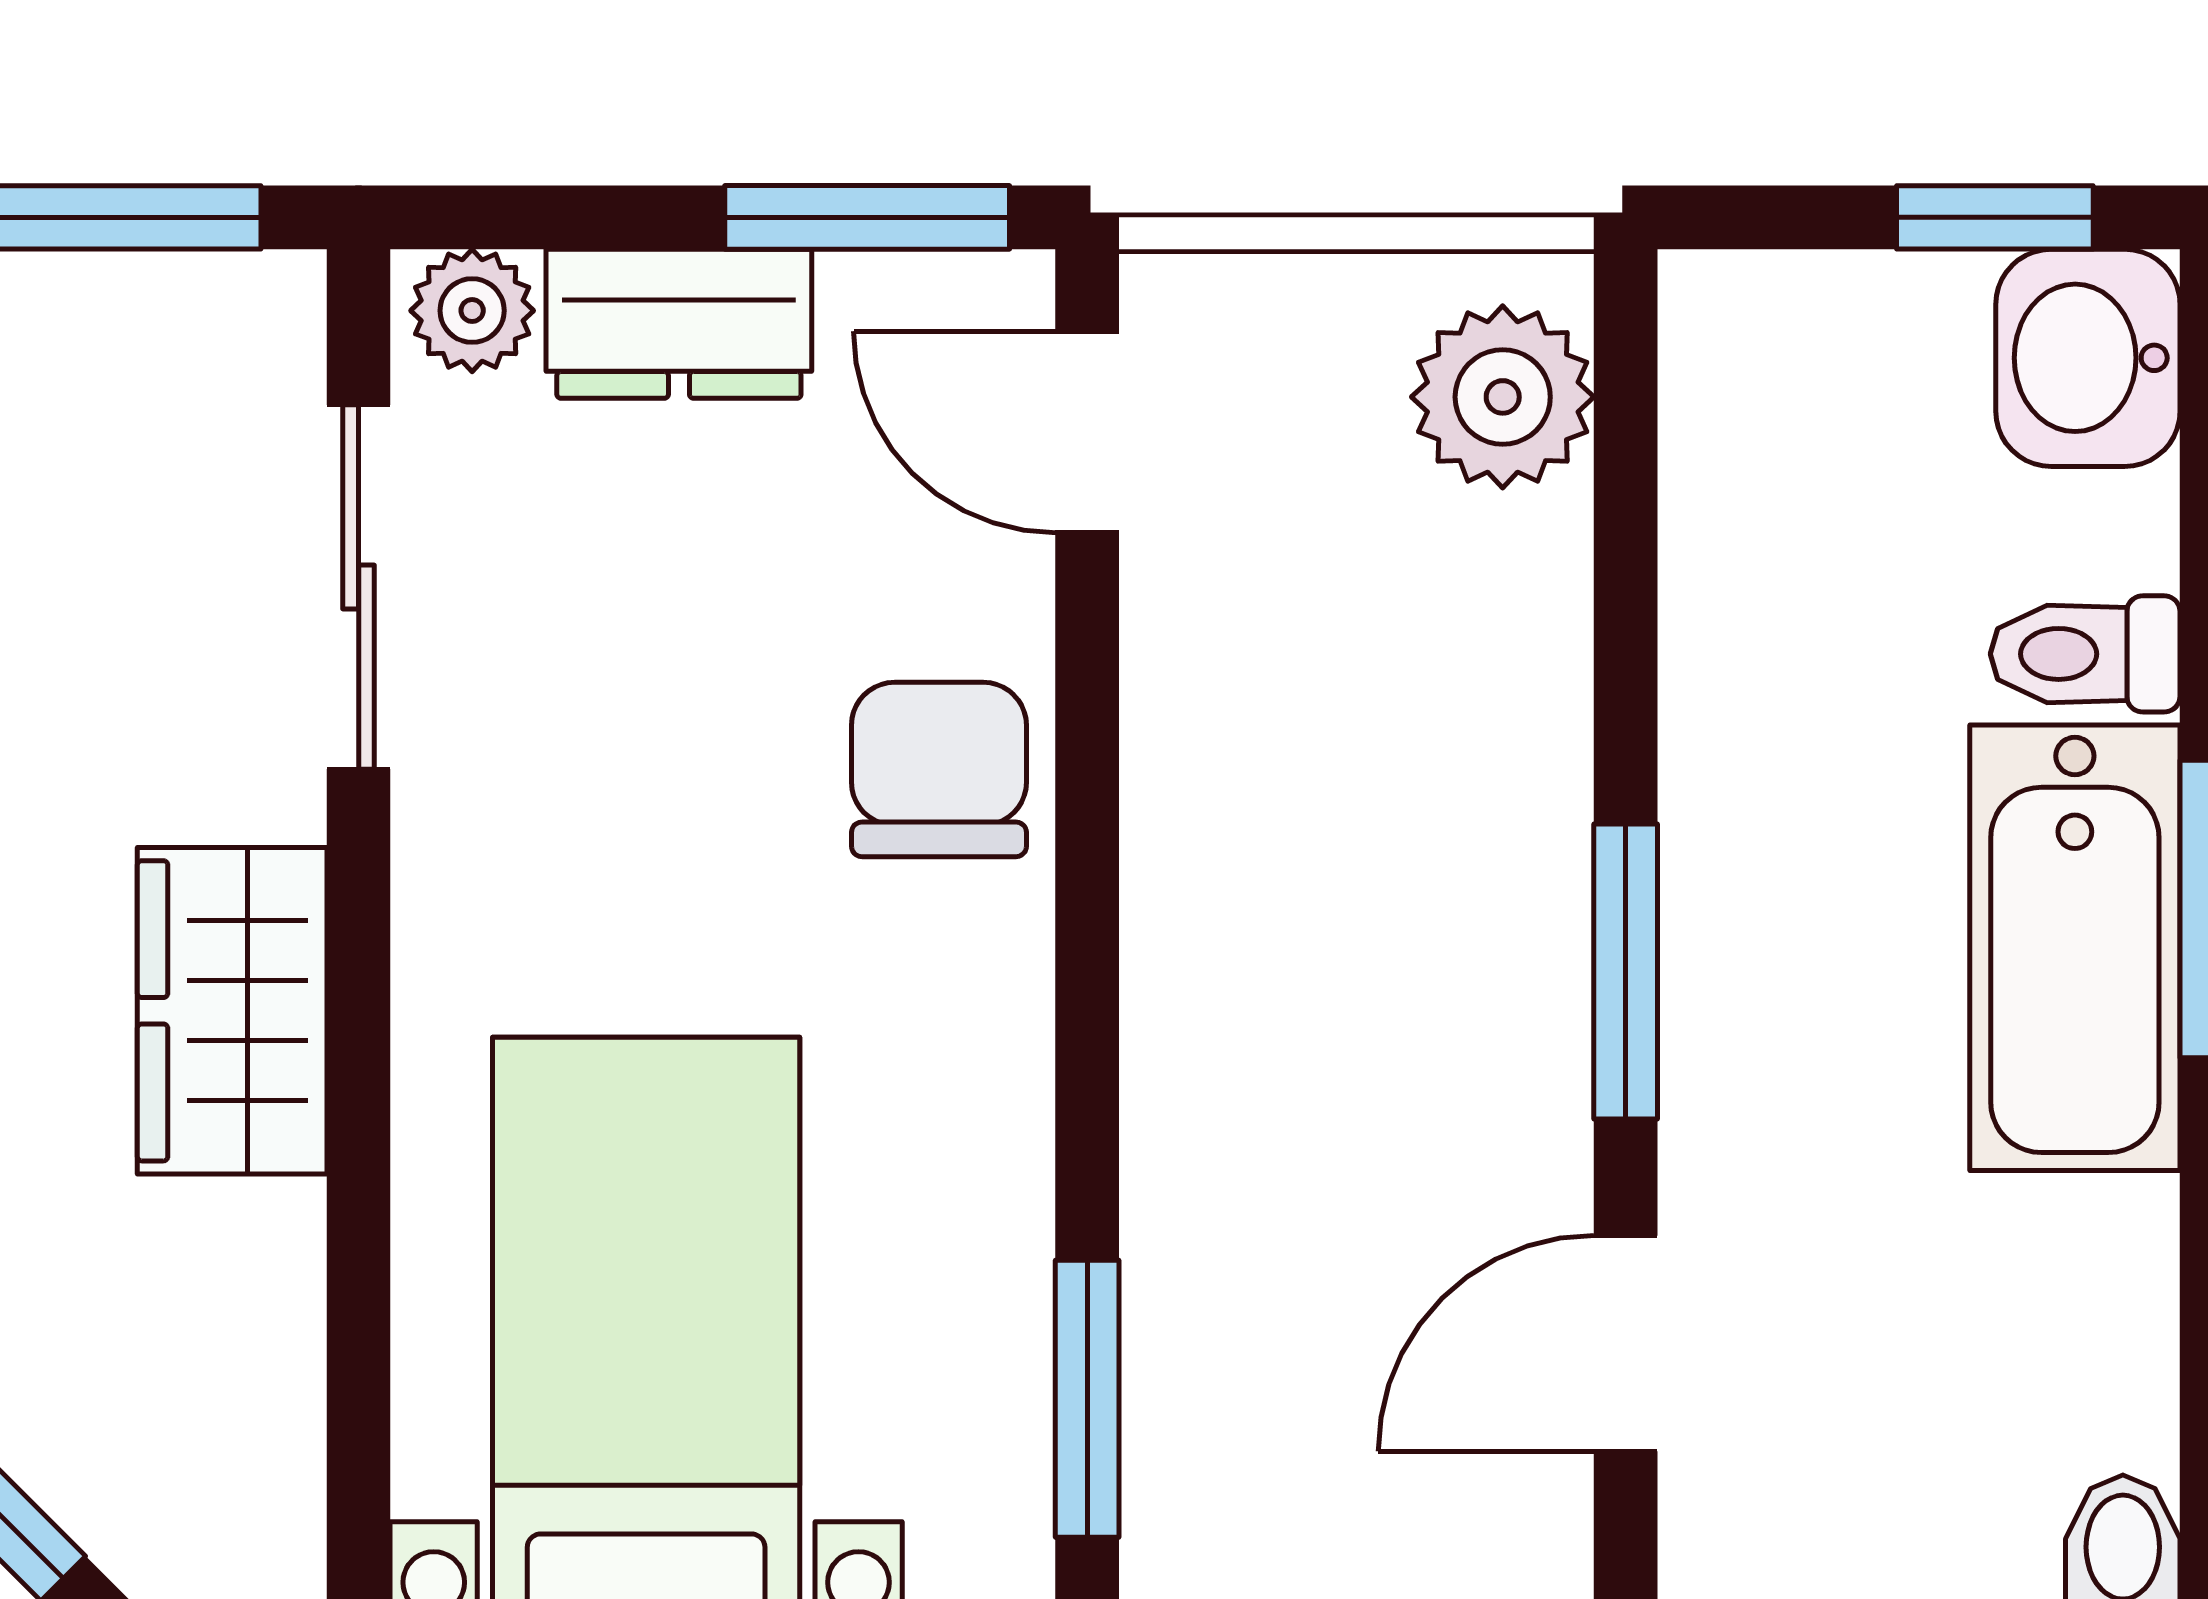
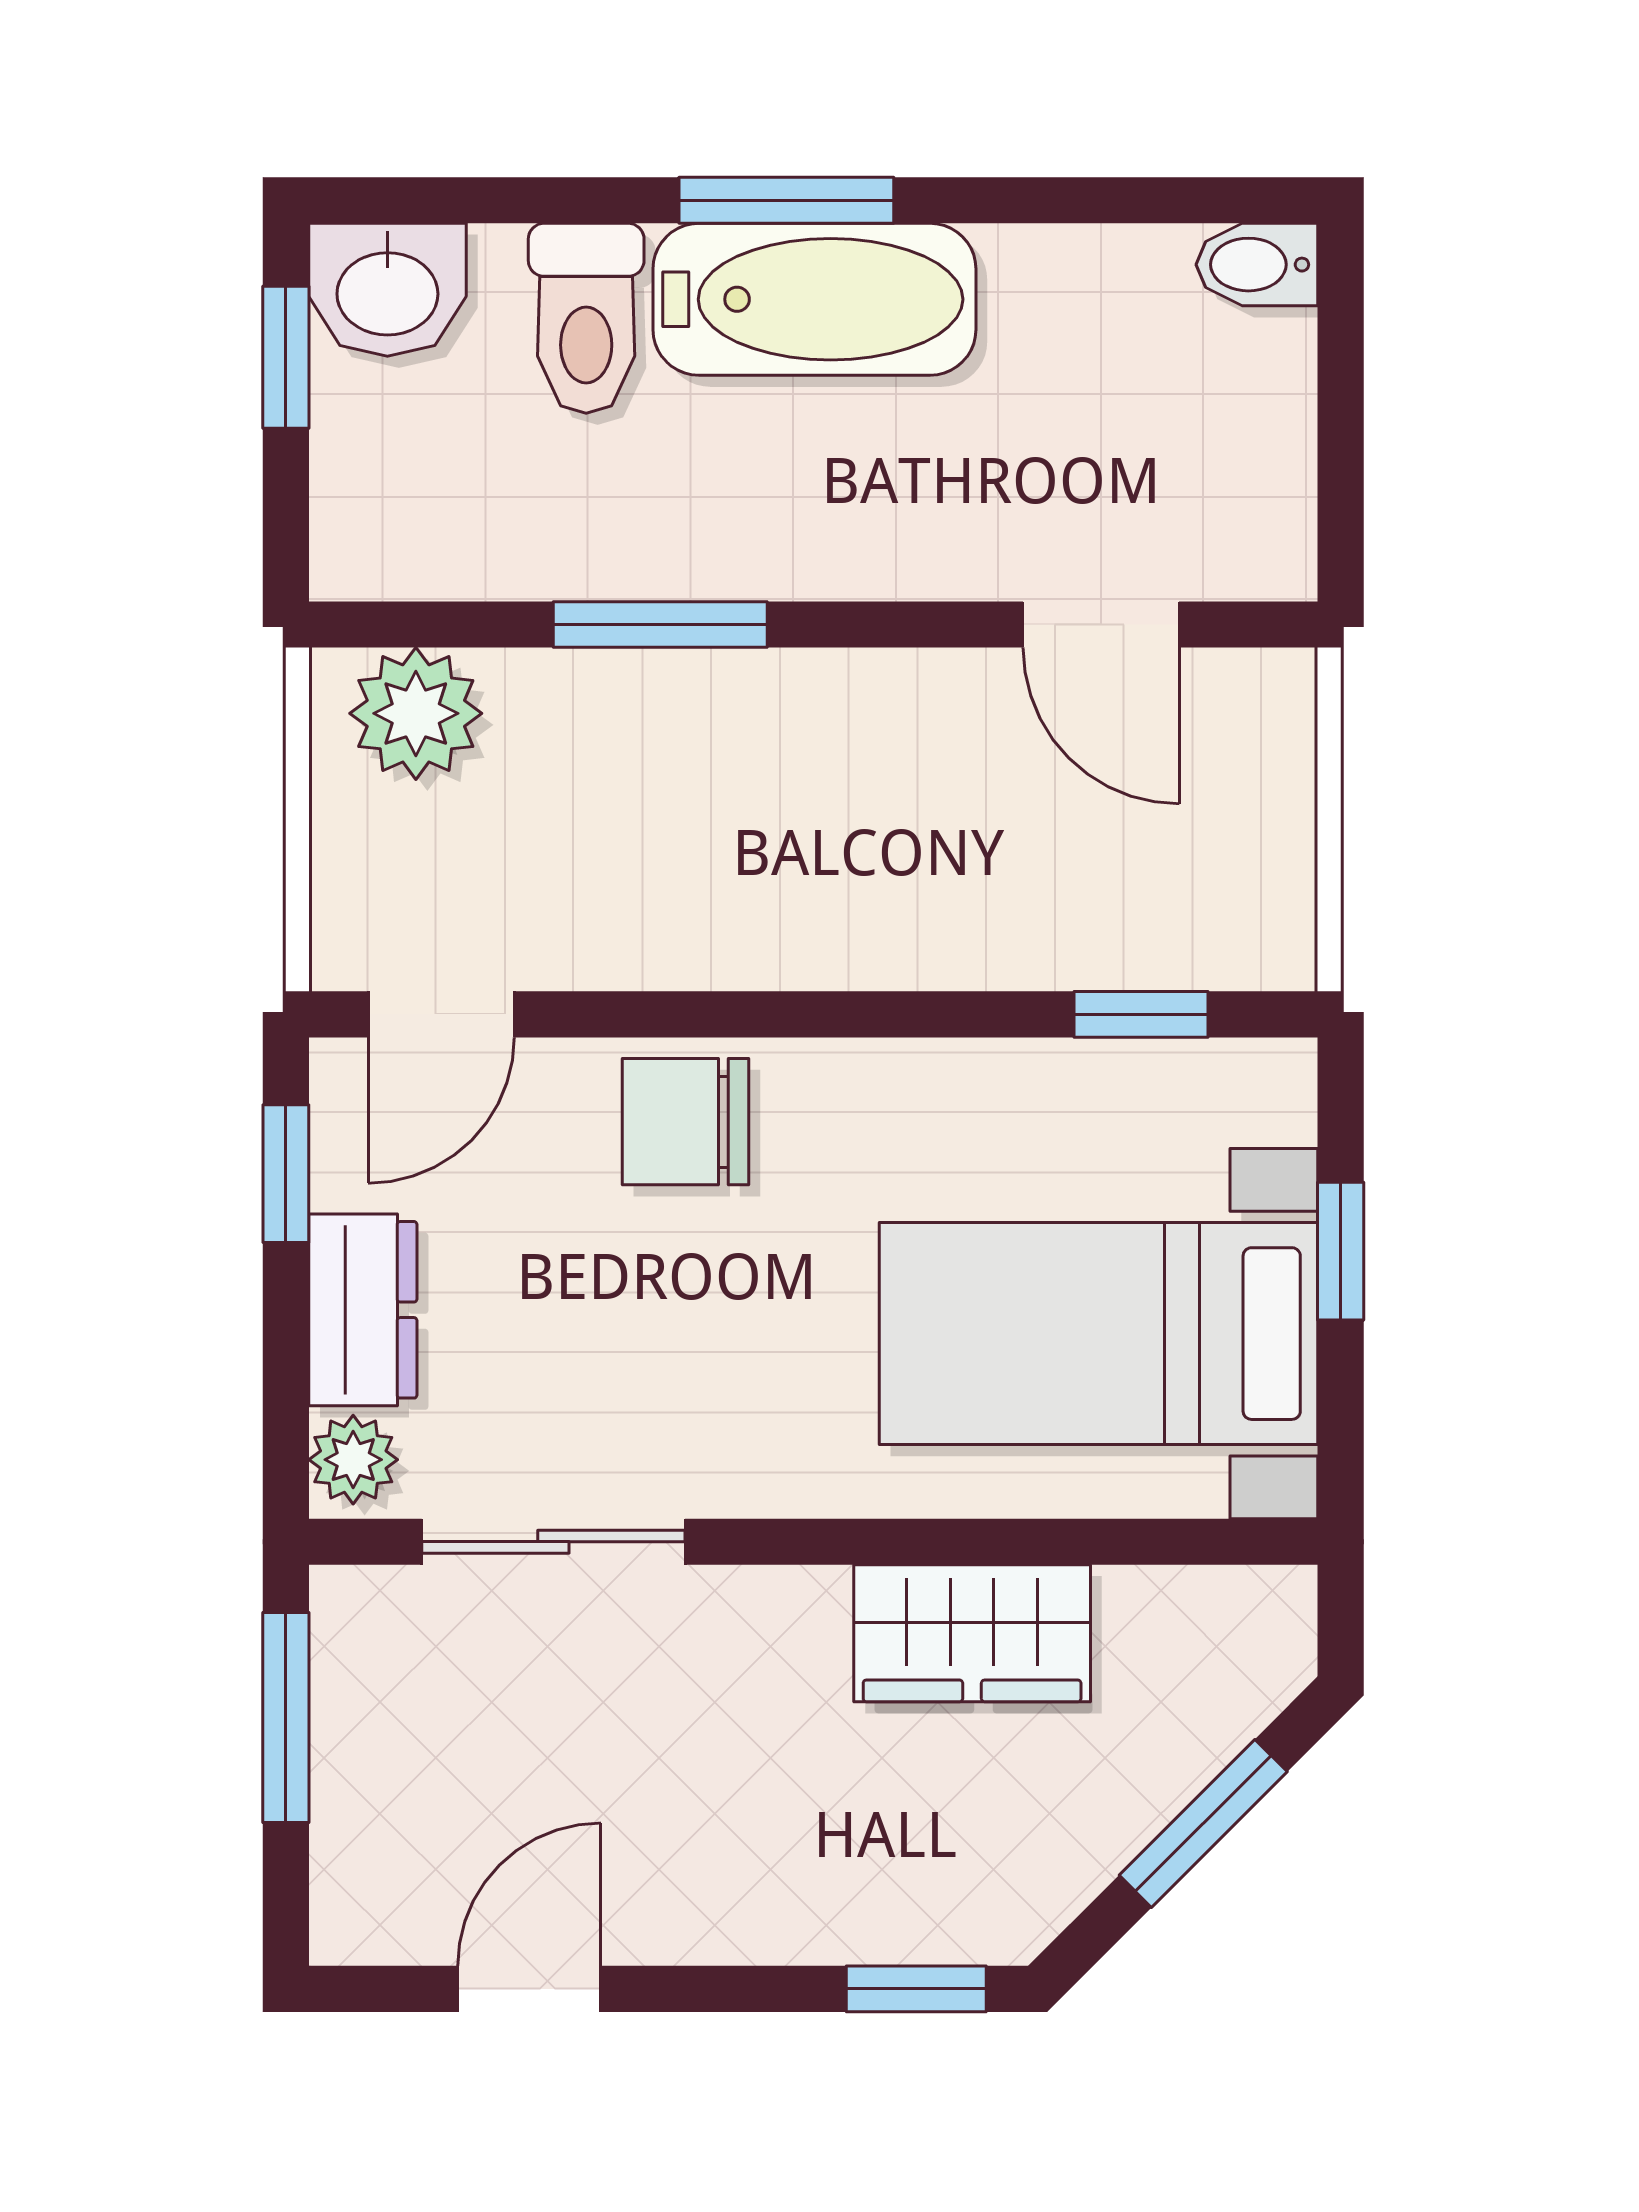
window: (867, 217) -> (286, 1174), width x0.67
toilet: (2085, 654) -> (586, 318), width x1.37, depth x1.39
window: (1626, 972) -> (660, 625), moved
wardrobe: (232, 1011) -> (972, 1633), moved
window: (1087, 1399) -> (1141, 1014), width x0.67

